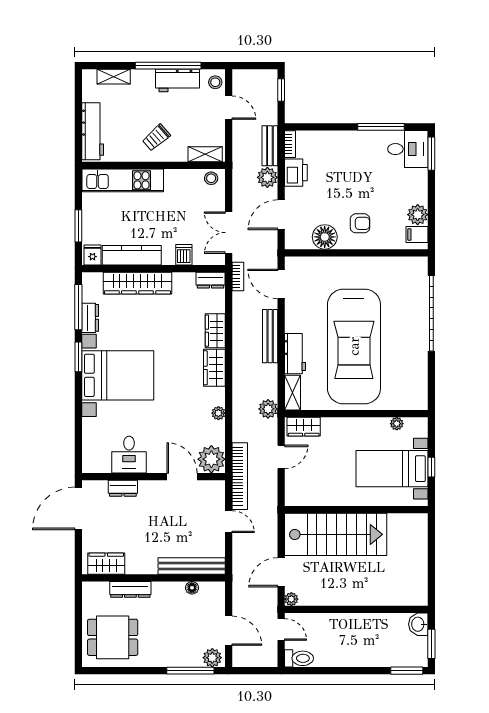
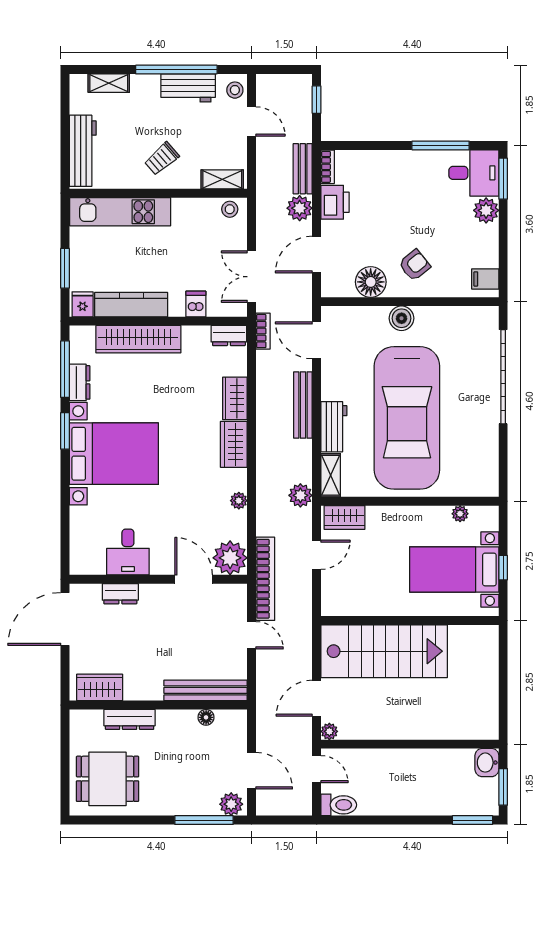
plant: (418, 215) -> (486, 210), moved
armchair: (360, 223) -> (415, 265), turned -39
boiler: (350, 266) -> (402, 318), added

